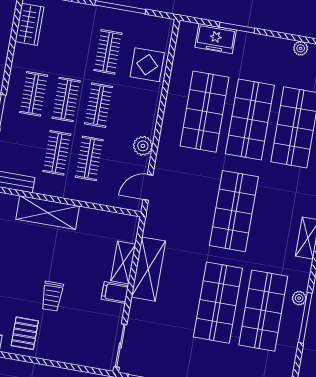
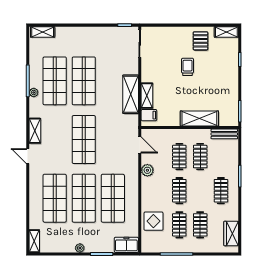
freezer: (216, 39) -> (126, 245), moved
plant: (301, 48) -> (80, 248), moved
clothes rail: (66, 99) -> (200, 225), moved
door: (148, 187) -> (140, 145), hinge flipped
filing cabinet: (115, 292) -> (149, 115), moved

